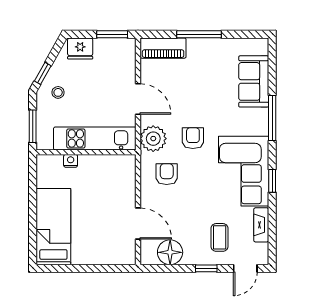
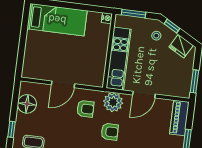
fridge: (80, 49) -> (181, 46), moved, turned -61
nightstand: (71, 161) -> (107, 18), moved
door: (138, 224) -> (63, 84), moved

